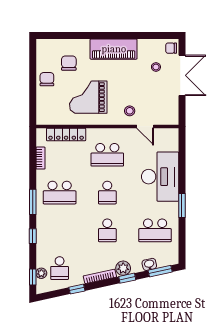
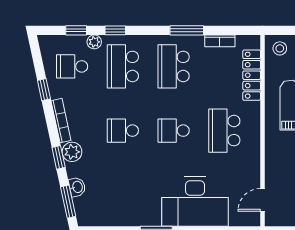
stool: (130, 111) -> (280, 48), moved
door: (145, 126) -> (262, 200), moved
window: (33, 202) -> (187, 30), moved
school desk: (155, 230) -> (123, 66), moved
plant: (41, 273) -> (94, 42), moved
window: (33, 277) -> (76, 30), moved

